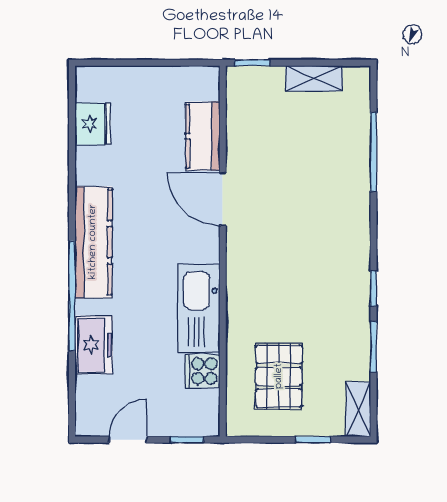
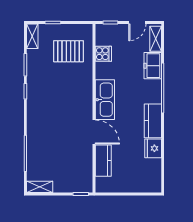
shelving: (314, 78) -> (40, 187), moved
fridge: (93, 124) -> (153, 148), moved
kitchen counter: (93, 242) -> (153, 121), width x0.67
kitchen sink: (199, 308) -> (105, 100), moved
pallet: (279, 376) -> (68, 51), turned 90
shelving: (87, 404) -> (156, 39), added

